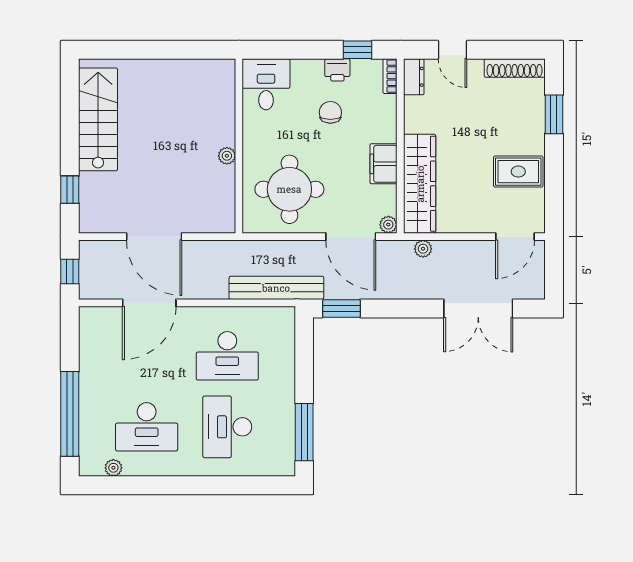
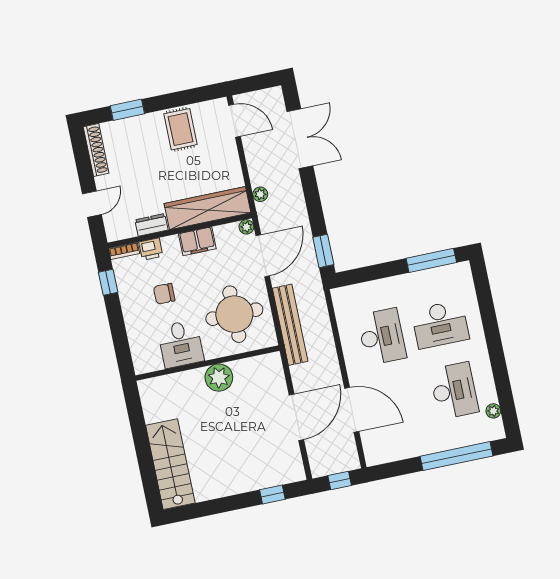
printer: (337, 70) -> (151, 249), moved, turned 90
dresser: (414, 77) -> (151, 225), moved
desk: (266, 84) -> (181, 344), moved, turned -90
stairs: (98, 119) -> (170, 464), moved, turned 90
plant: (227, 156) -> (219, 378), width x1.87, depth x1.87
bench: (276, 288) -> (290, 325), moved

